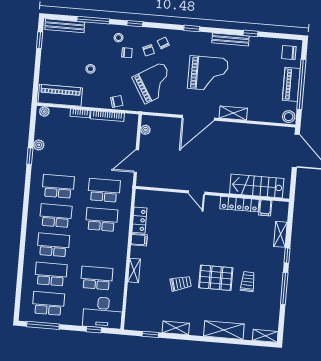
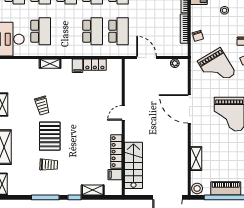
shelving: (233, 113) -> (196, 159), moved

